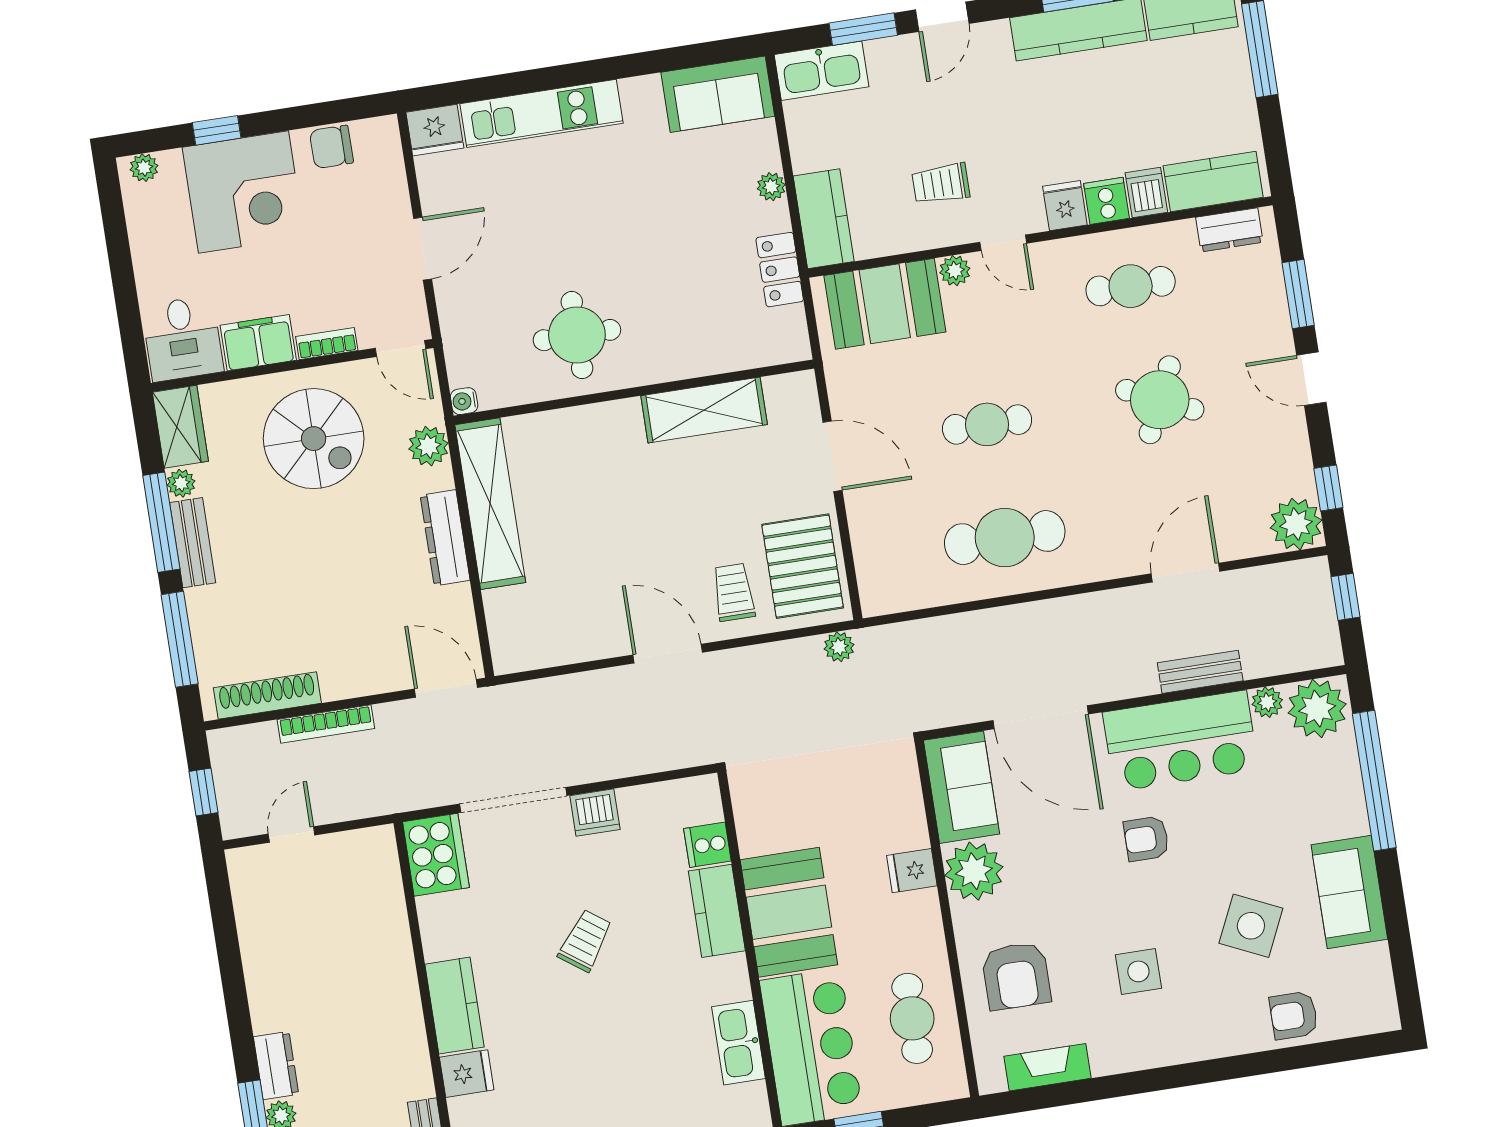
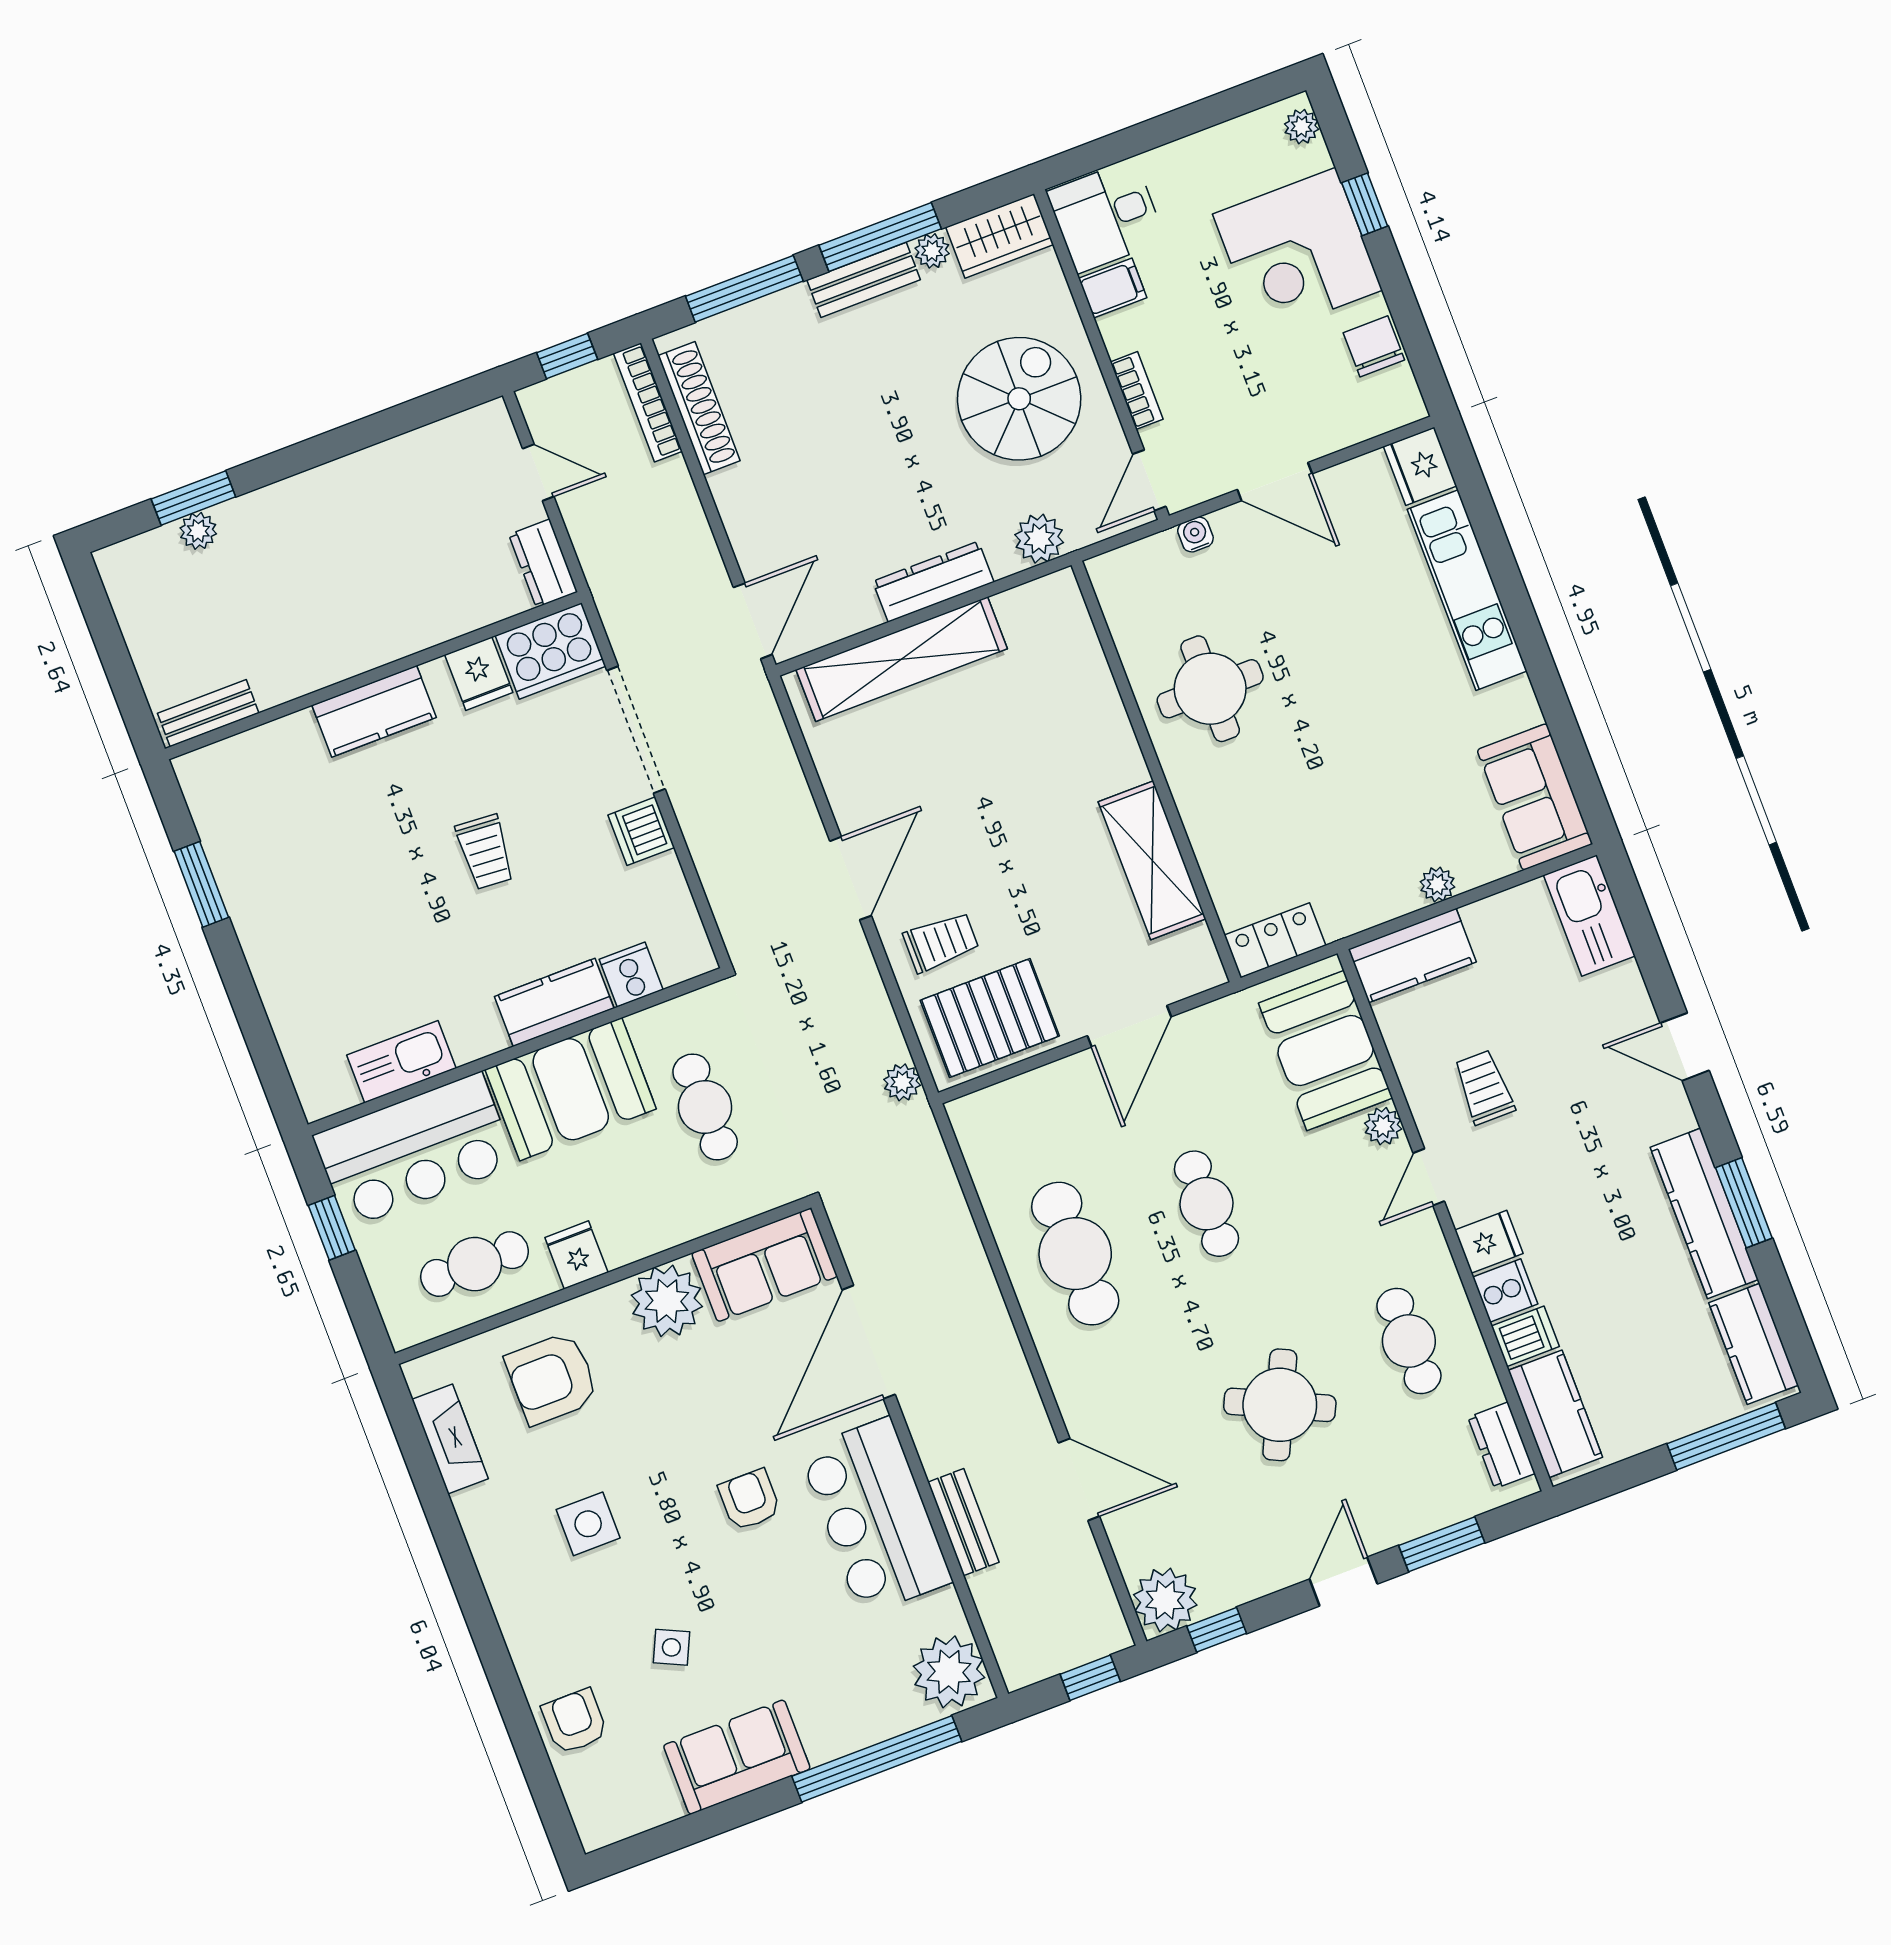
window: (863, 29) -> (1650, 955), removed
locker: (780, 270) -> (1275, 940), moved
filing cabinet: (258, 343) -> (1113, 288), width x0.50
water cooler: (464, 401) -> (1195, 534), moved
spiral stairs: (314, 439) -> (1019, 399), turned 180
shelving: (490, 504) -> (902, 659), moved
plant: (1267, 702) -> (944, 1610), removed
bookcase: (326, 724) -> (648, 402), moved
cafe table: (826, 808) -> (705, 1107), added
fridge: (912, 871) -> (576, 1255), moved
side table: (1251, 926) -> (671, 1647), width x0.54, depth x0.54
trolley: (585, 941) -> (485, 852), turned 58
dresser: (276, 1065) -> (543, 563), moved, turned 90
fridge: (467, 1074) -> (479, 674), moved

